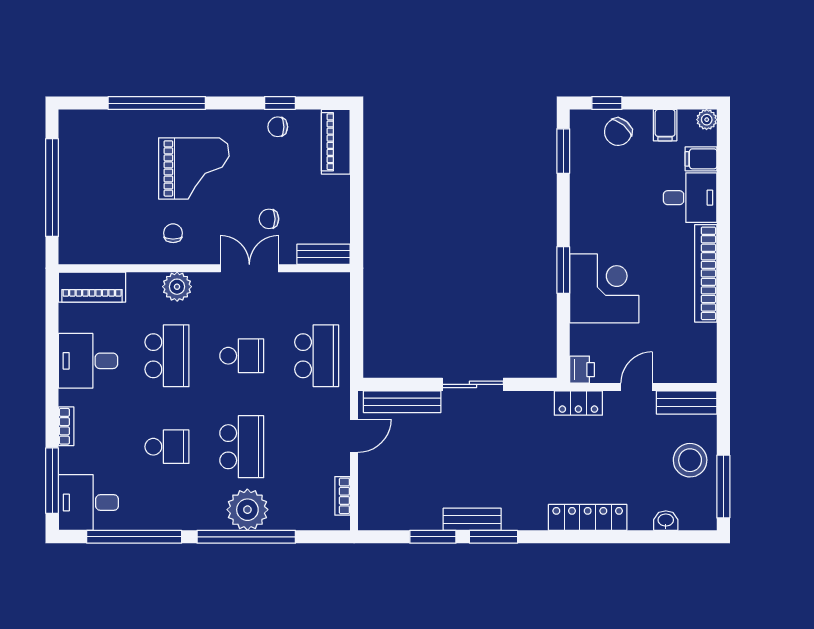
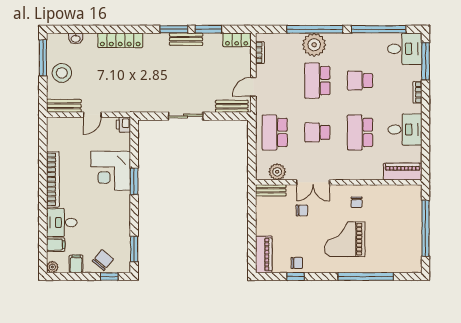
plant: (177, 287) -> (277, 172), moved
bench: (402, 402) -> (232, 106), width x0.73
locker: (578, 403) -> (237, 40), moved, turned 180

